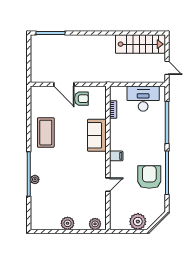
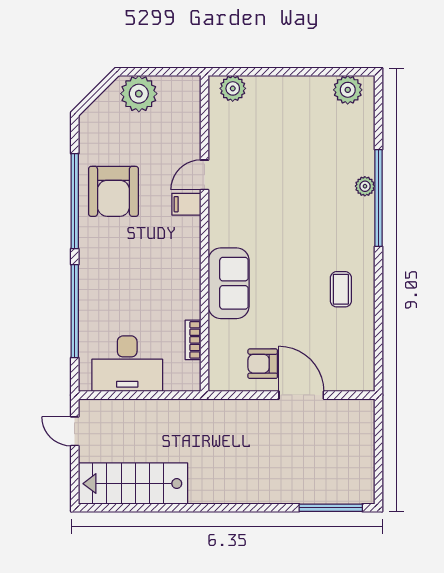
coffee table: (46, 133) -> (341, 289), width x0.54, depth x0.58
filing cabinet: (116, 156) -> (186, 204), moved
plant: (68, 223) -> (348, 90), moved

